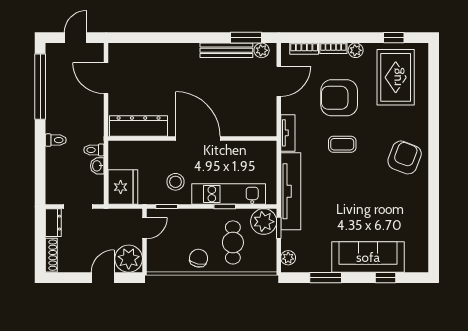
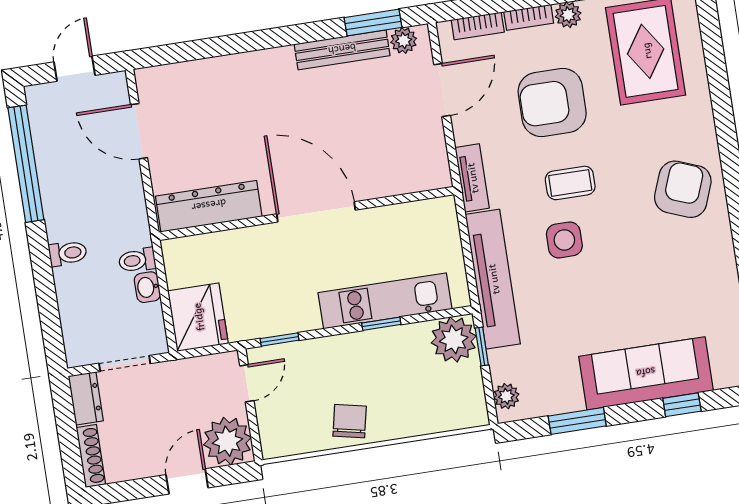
side table: (334, 176) -> (564, 240), added
stool: (175, 182) -> (289, 294), removed
cafe table: (233, 242) -> (406, 384), removed

